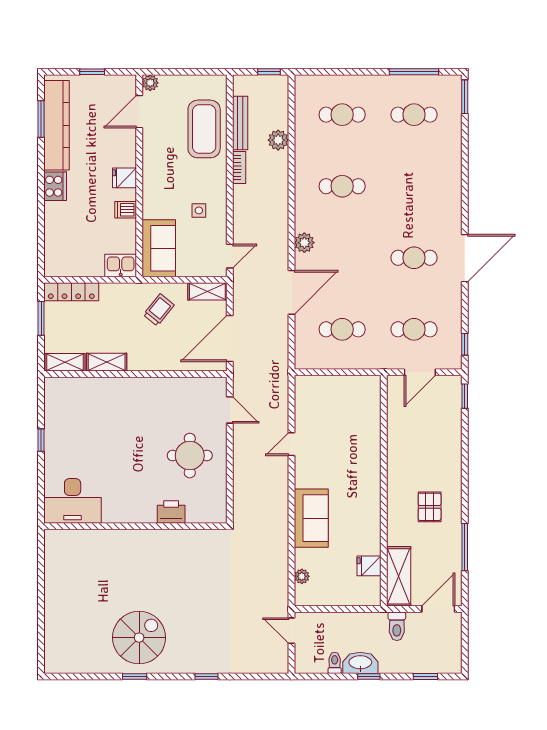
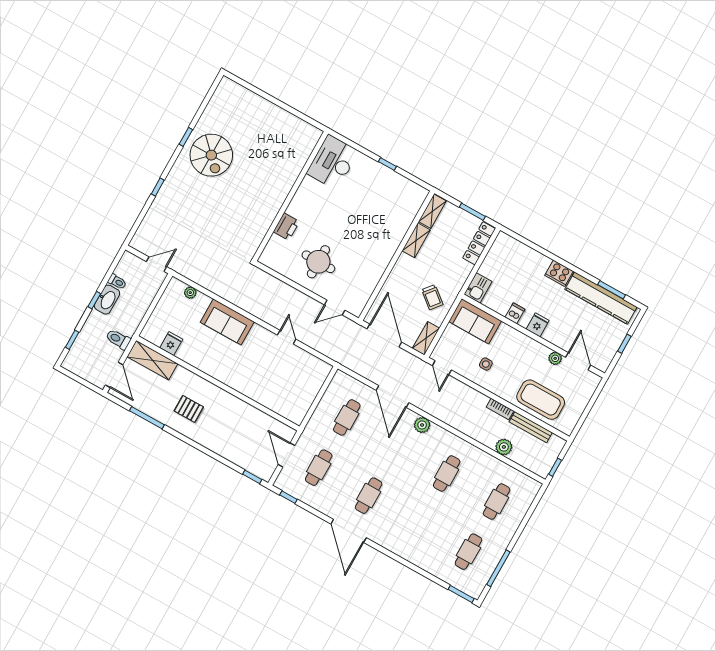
plant: (150, 83) -> (555, 358), moved

